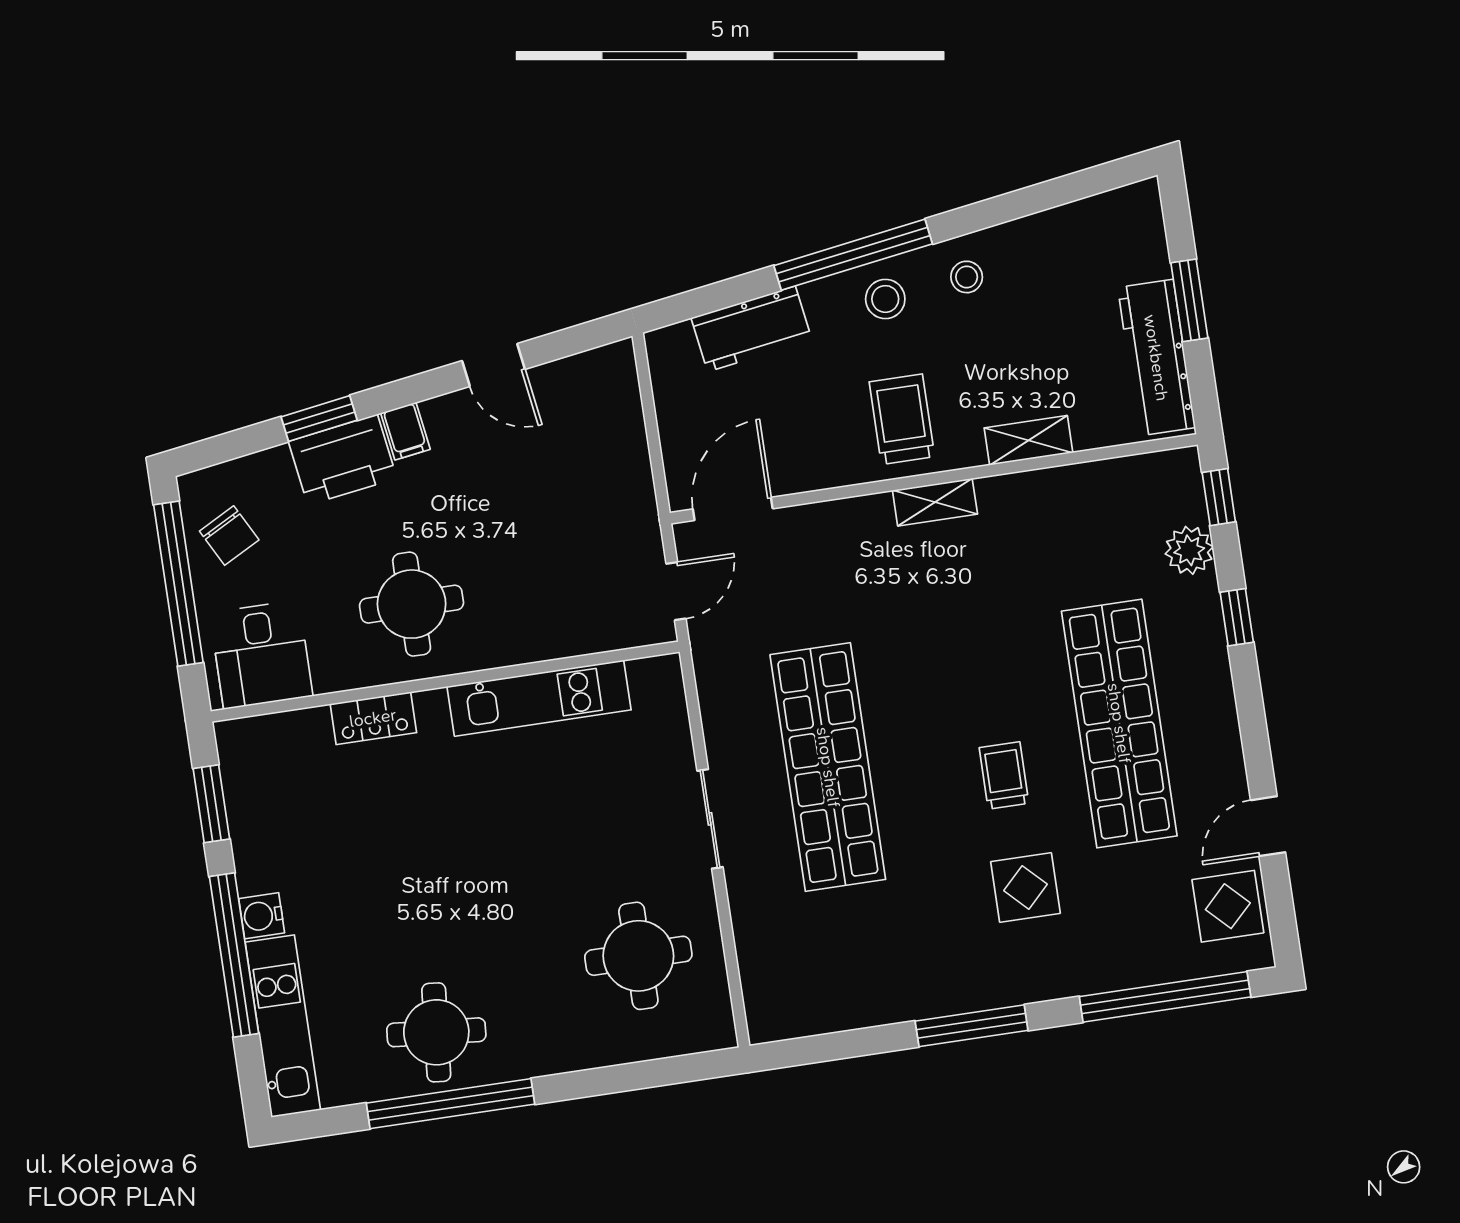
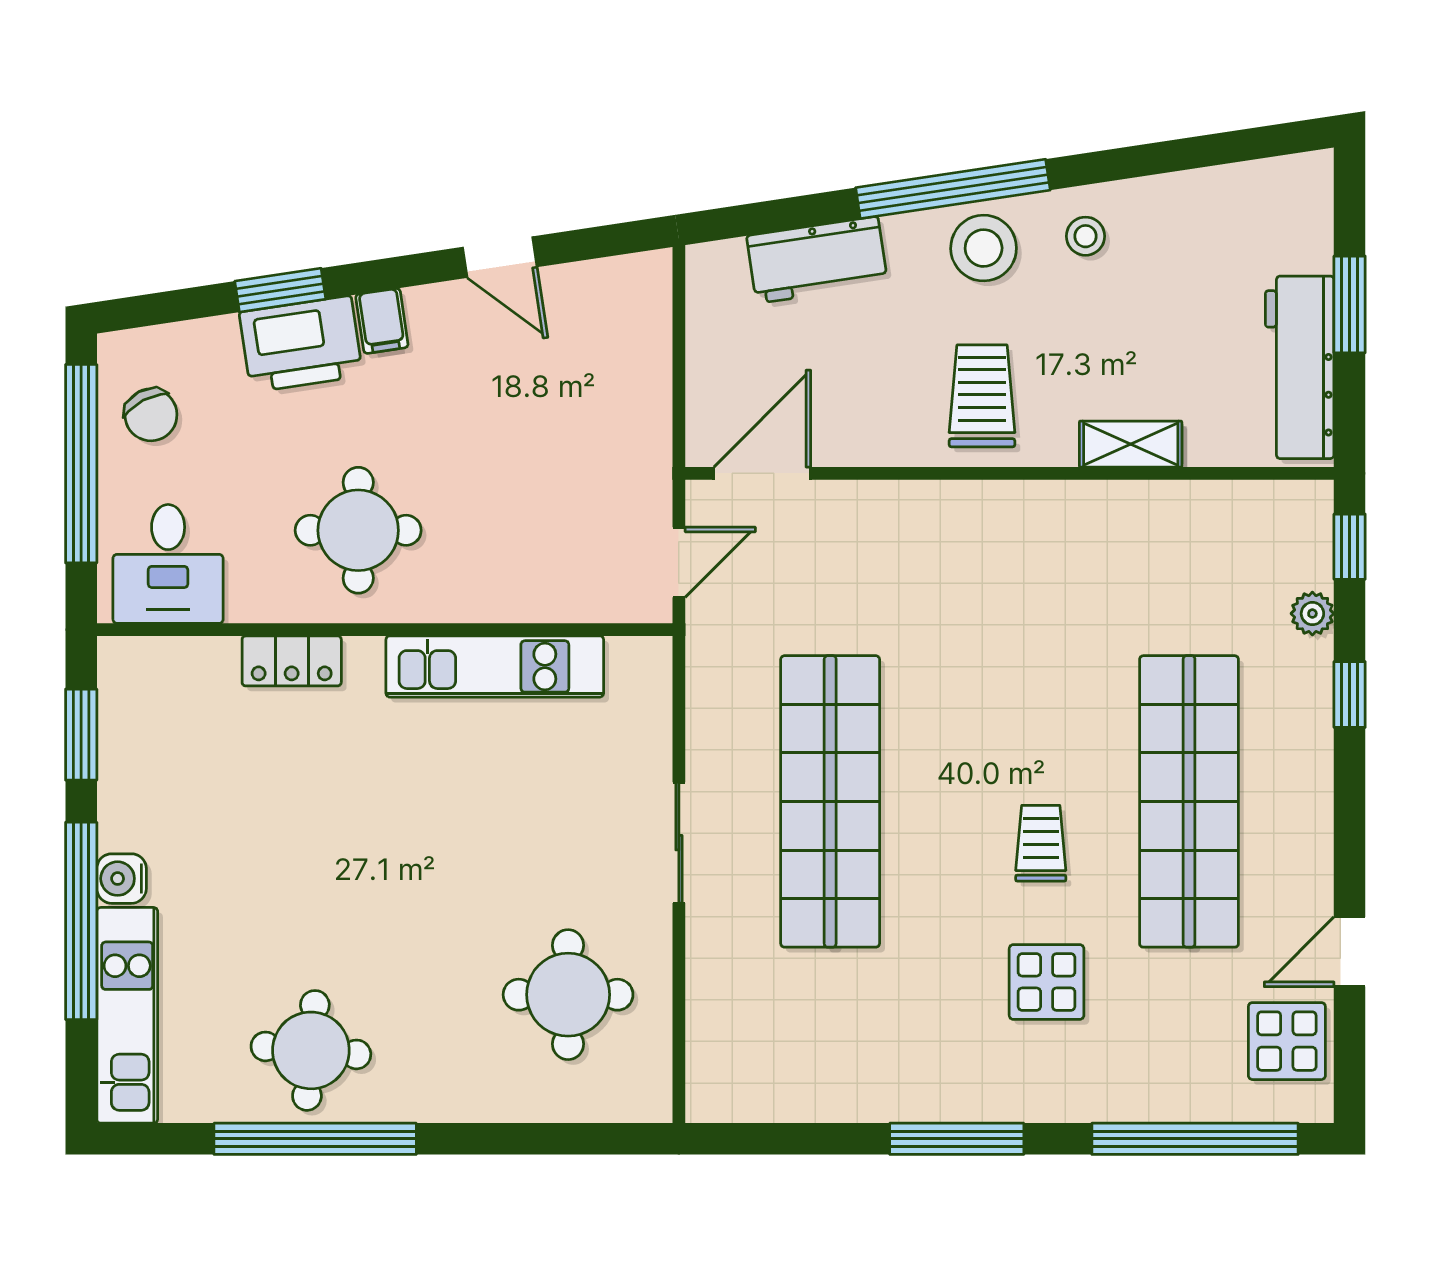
stool: (885, 299) -> (984, 248), width x1.38, depth x1.38
shelving: (935, 502) -> (1007, 502), removed
plant: (1189, 550) -> (1312, 614), width x0.73, depth x0.73

